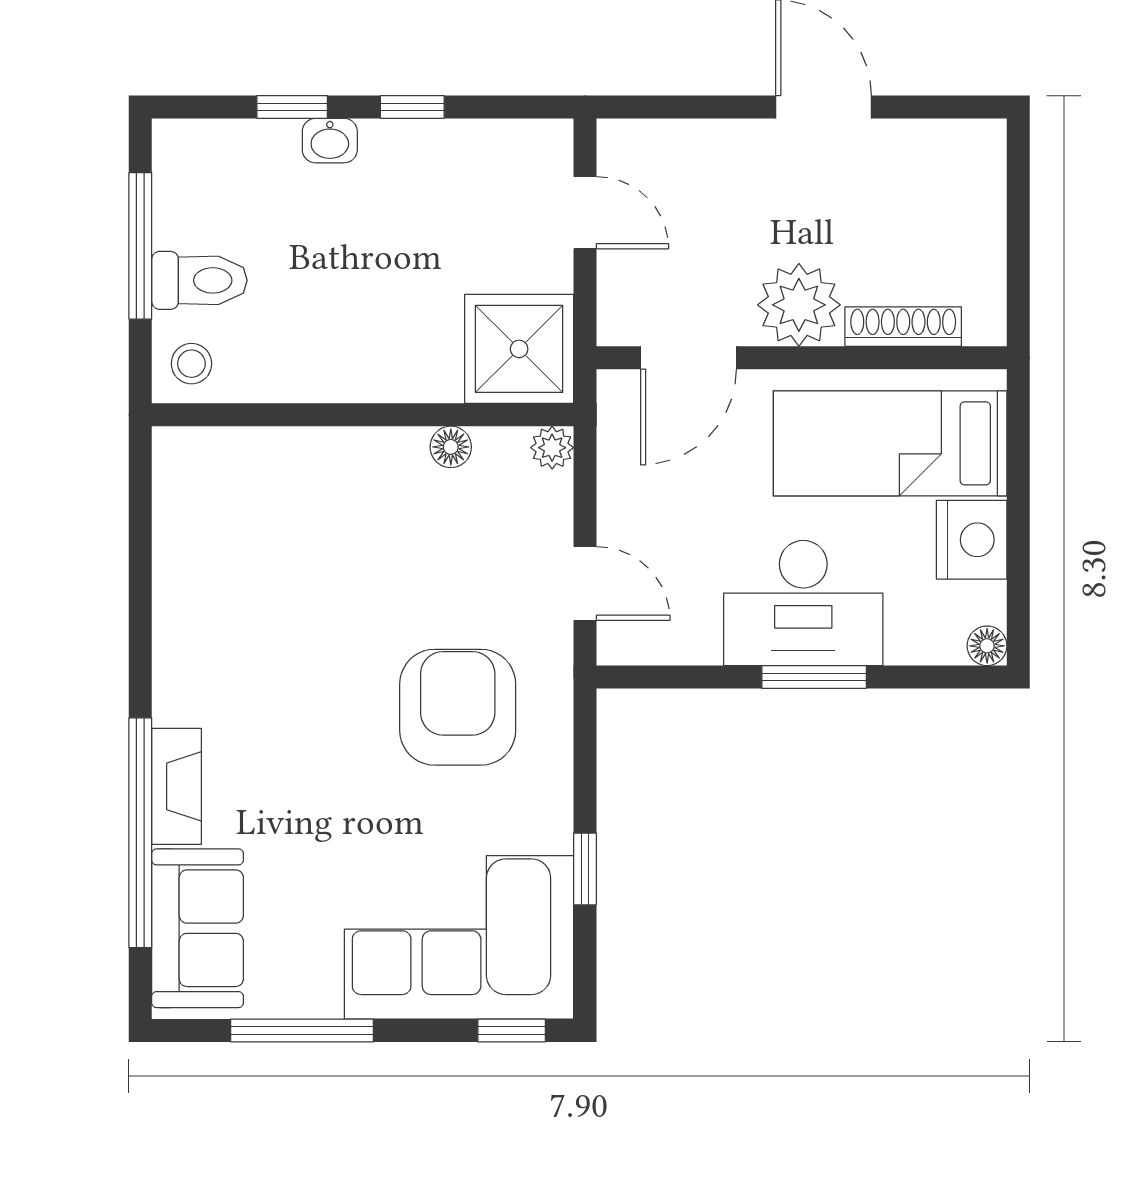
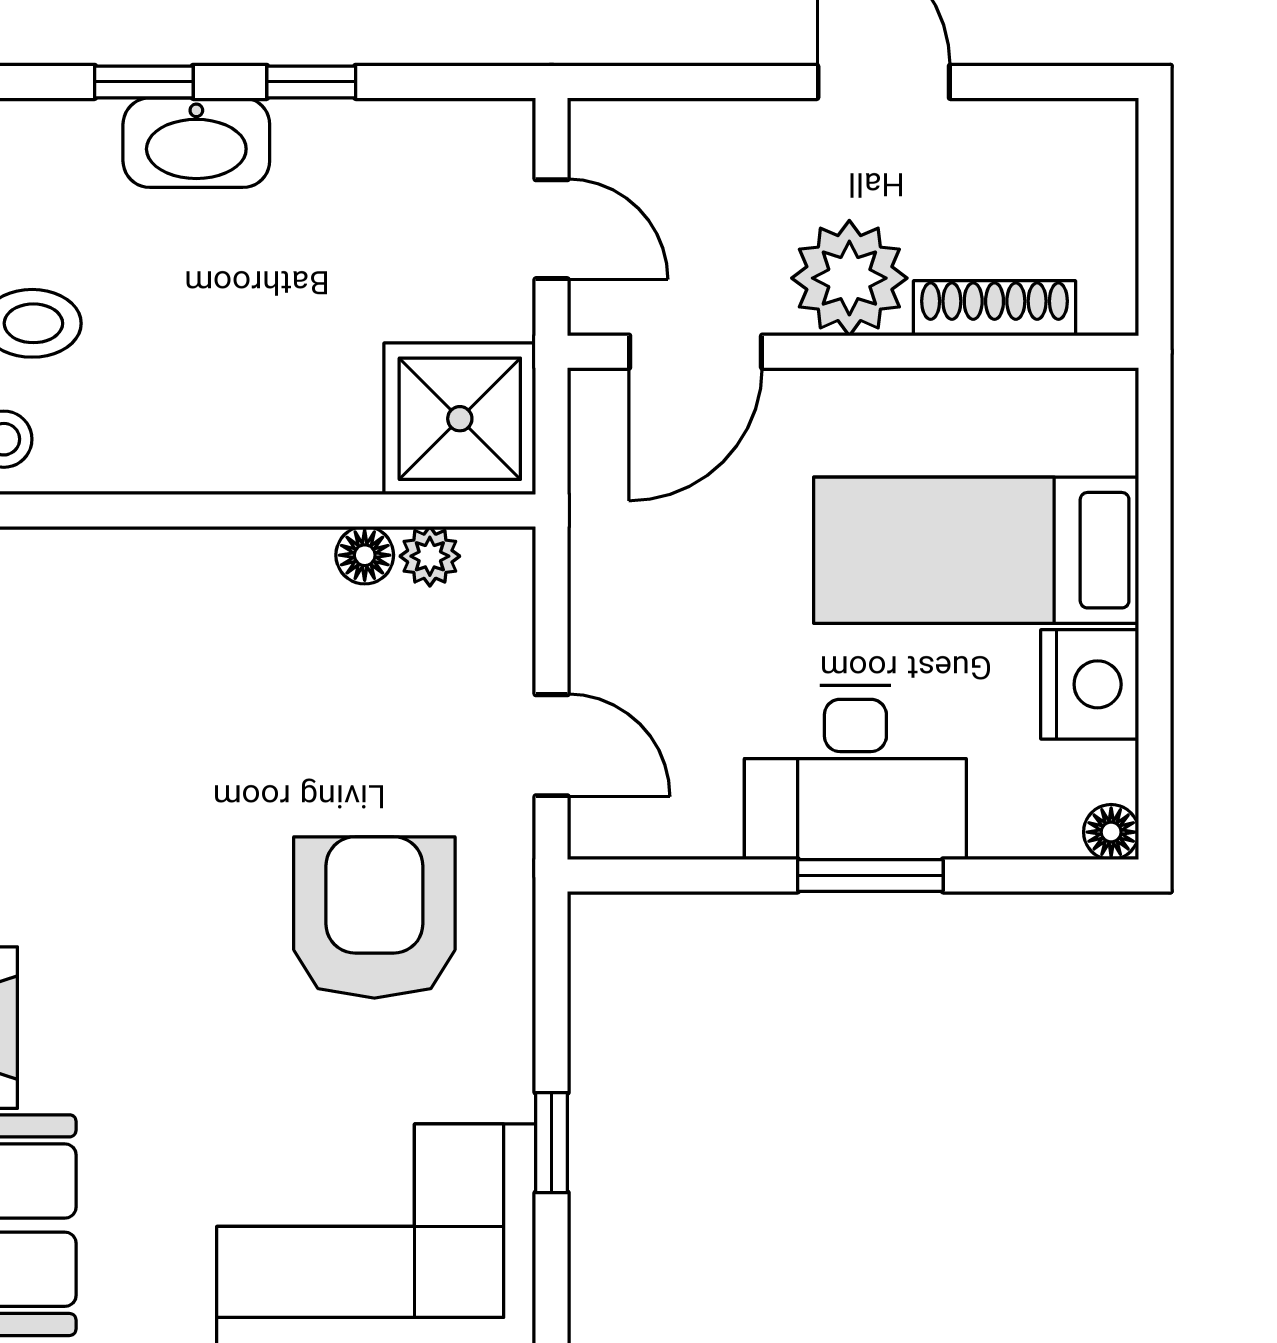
washbasin: (330, 141) -> (196, 143), width x1.91, depth x1.45
plant: (799, 305) -> (849, 278), moved
shoe rack: (903, 327) -> (995, 308), moved
door: (688, 358) -> (696, 352), moved
wall: (802, 358) -> (853, 352), moved
plant: (552, 448) -> (430, 556), moved

